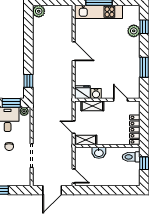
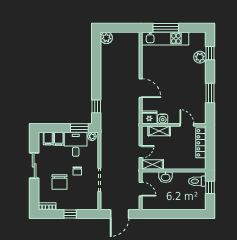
door: (74, 51) -> (141, 88), moved
door: (74, 127) -> (141, 152), swing flipped
locker: (135, 130) -> (201, 143), moved
door: (74, 176) -> (141, 189), moved

